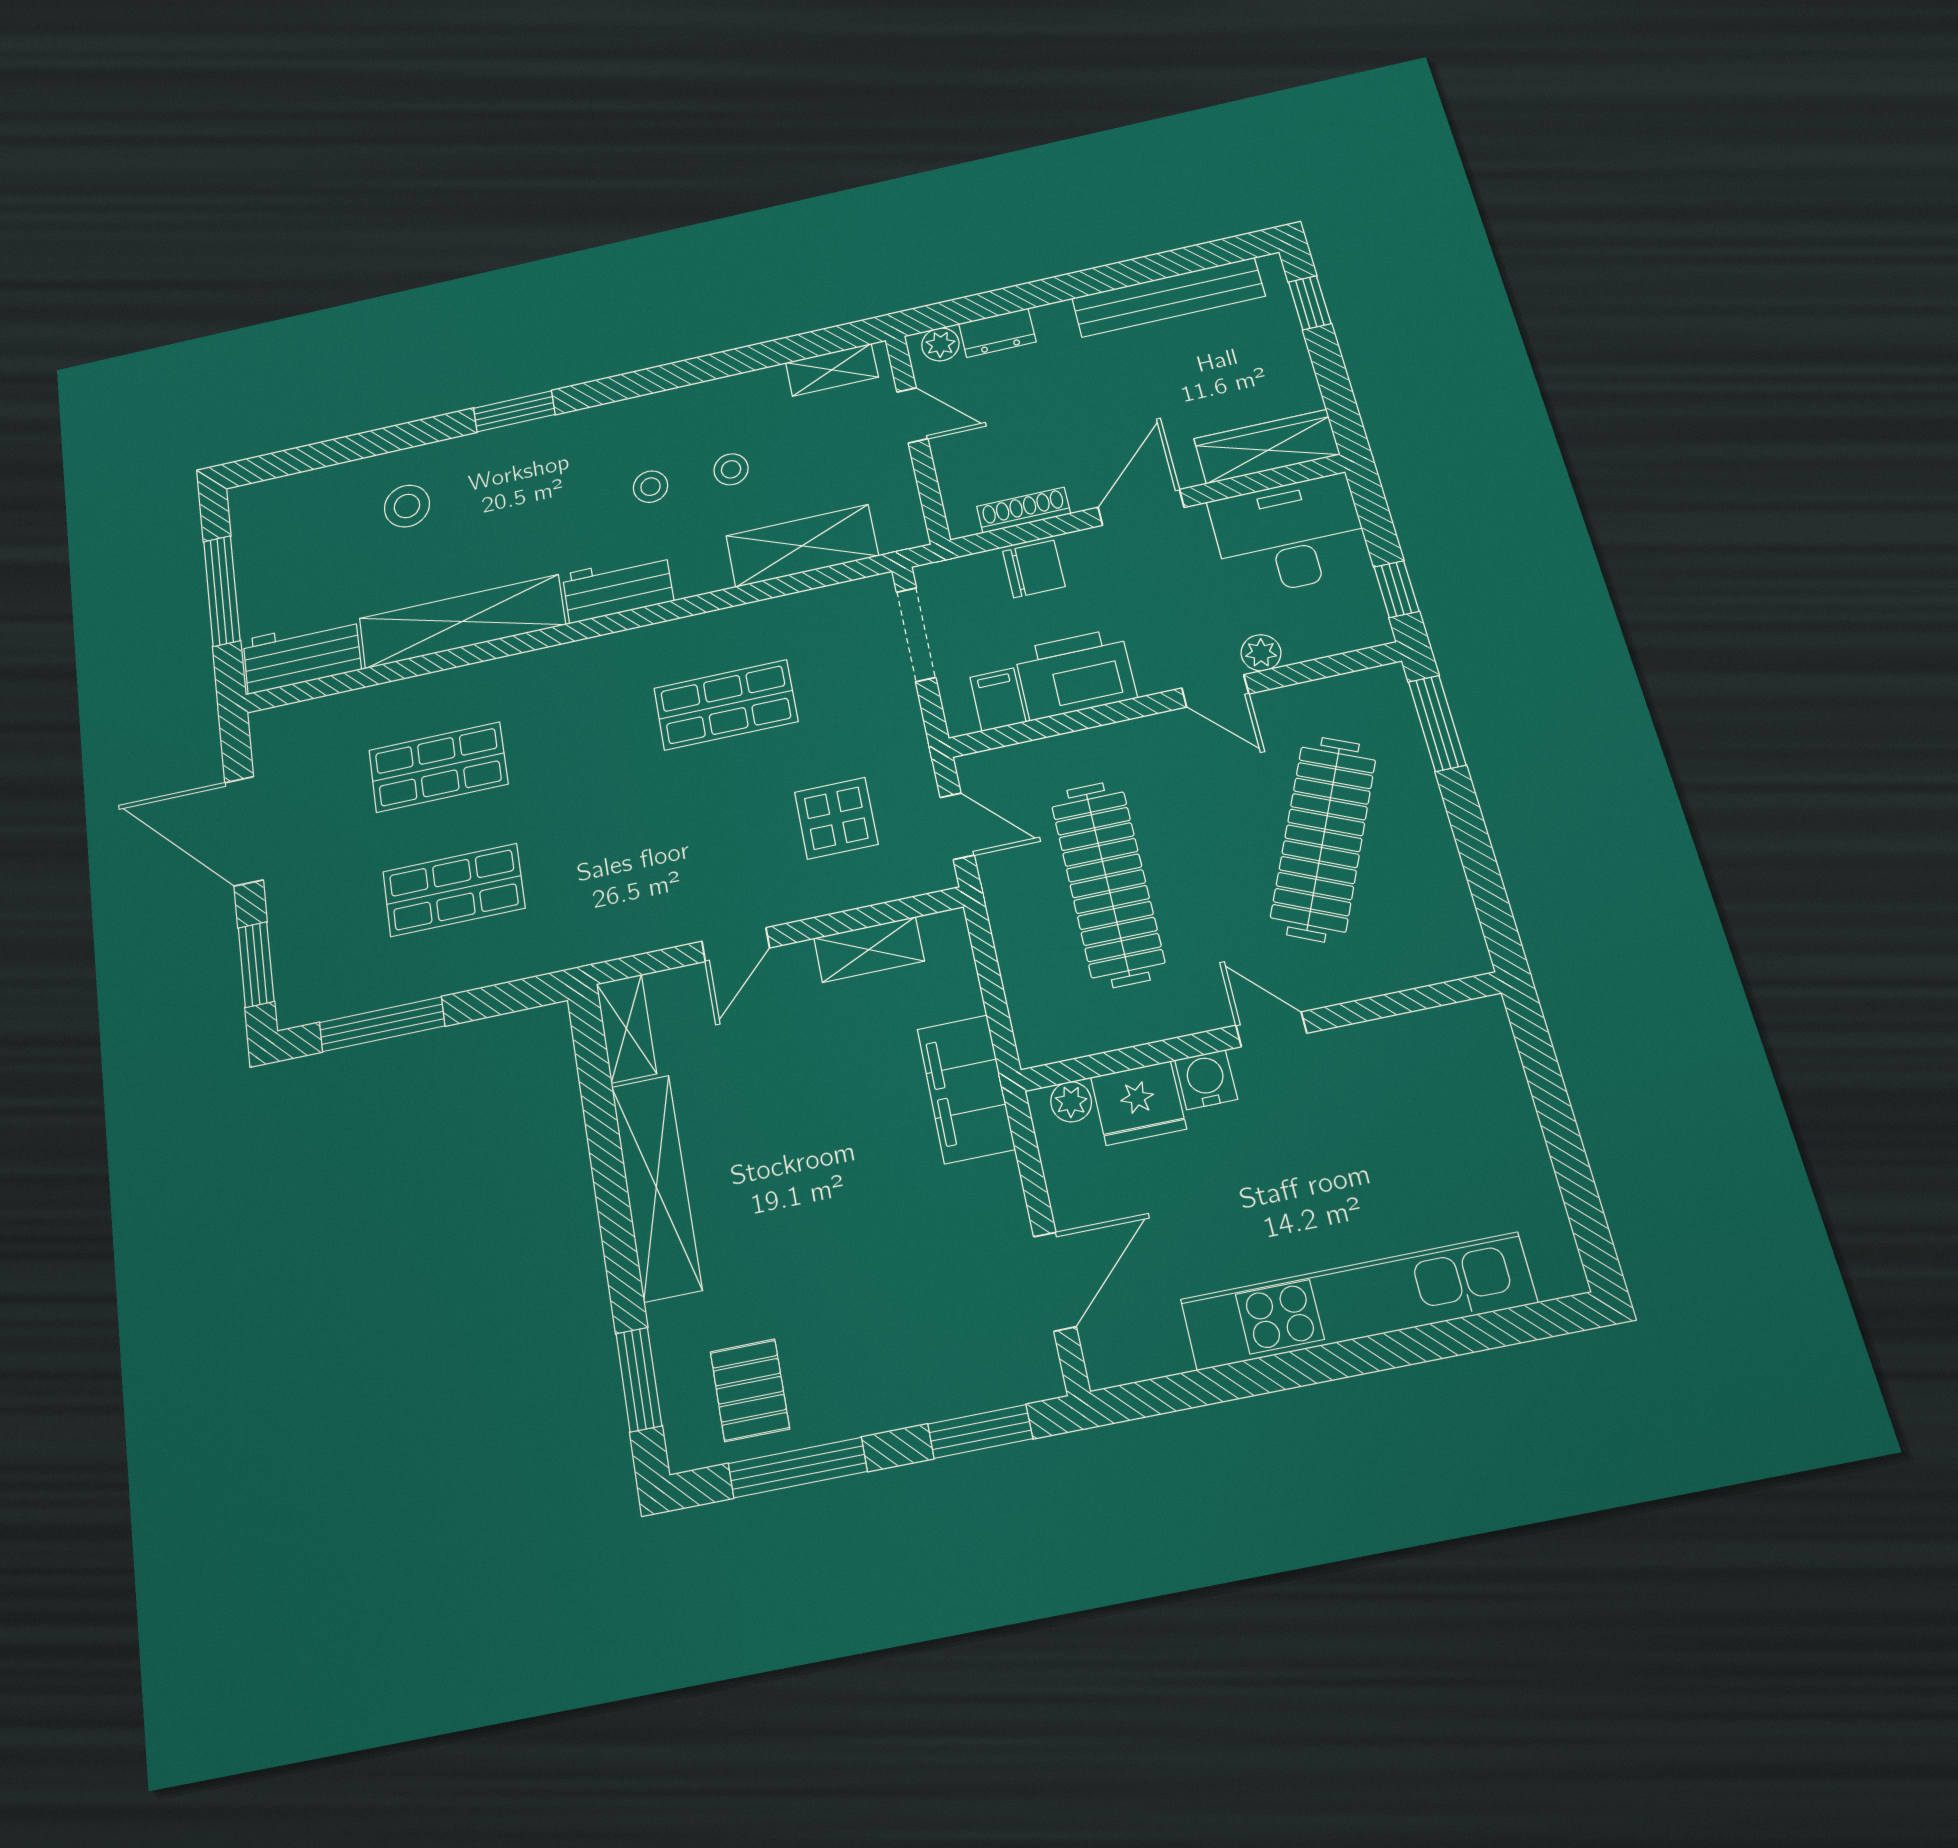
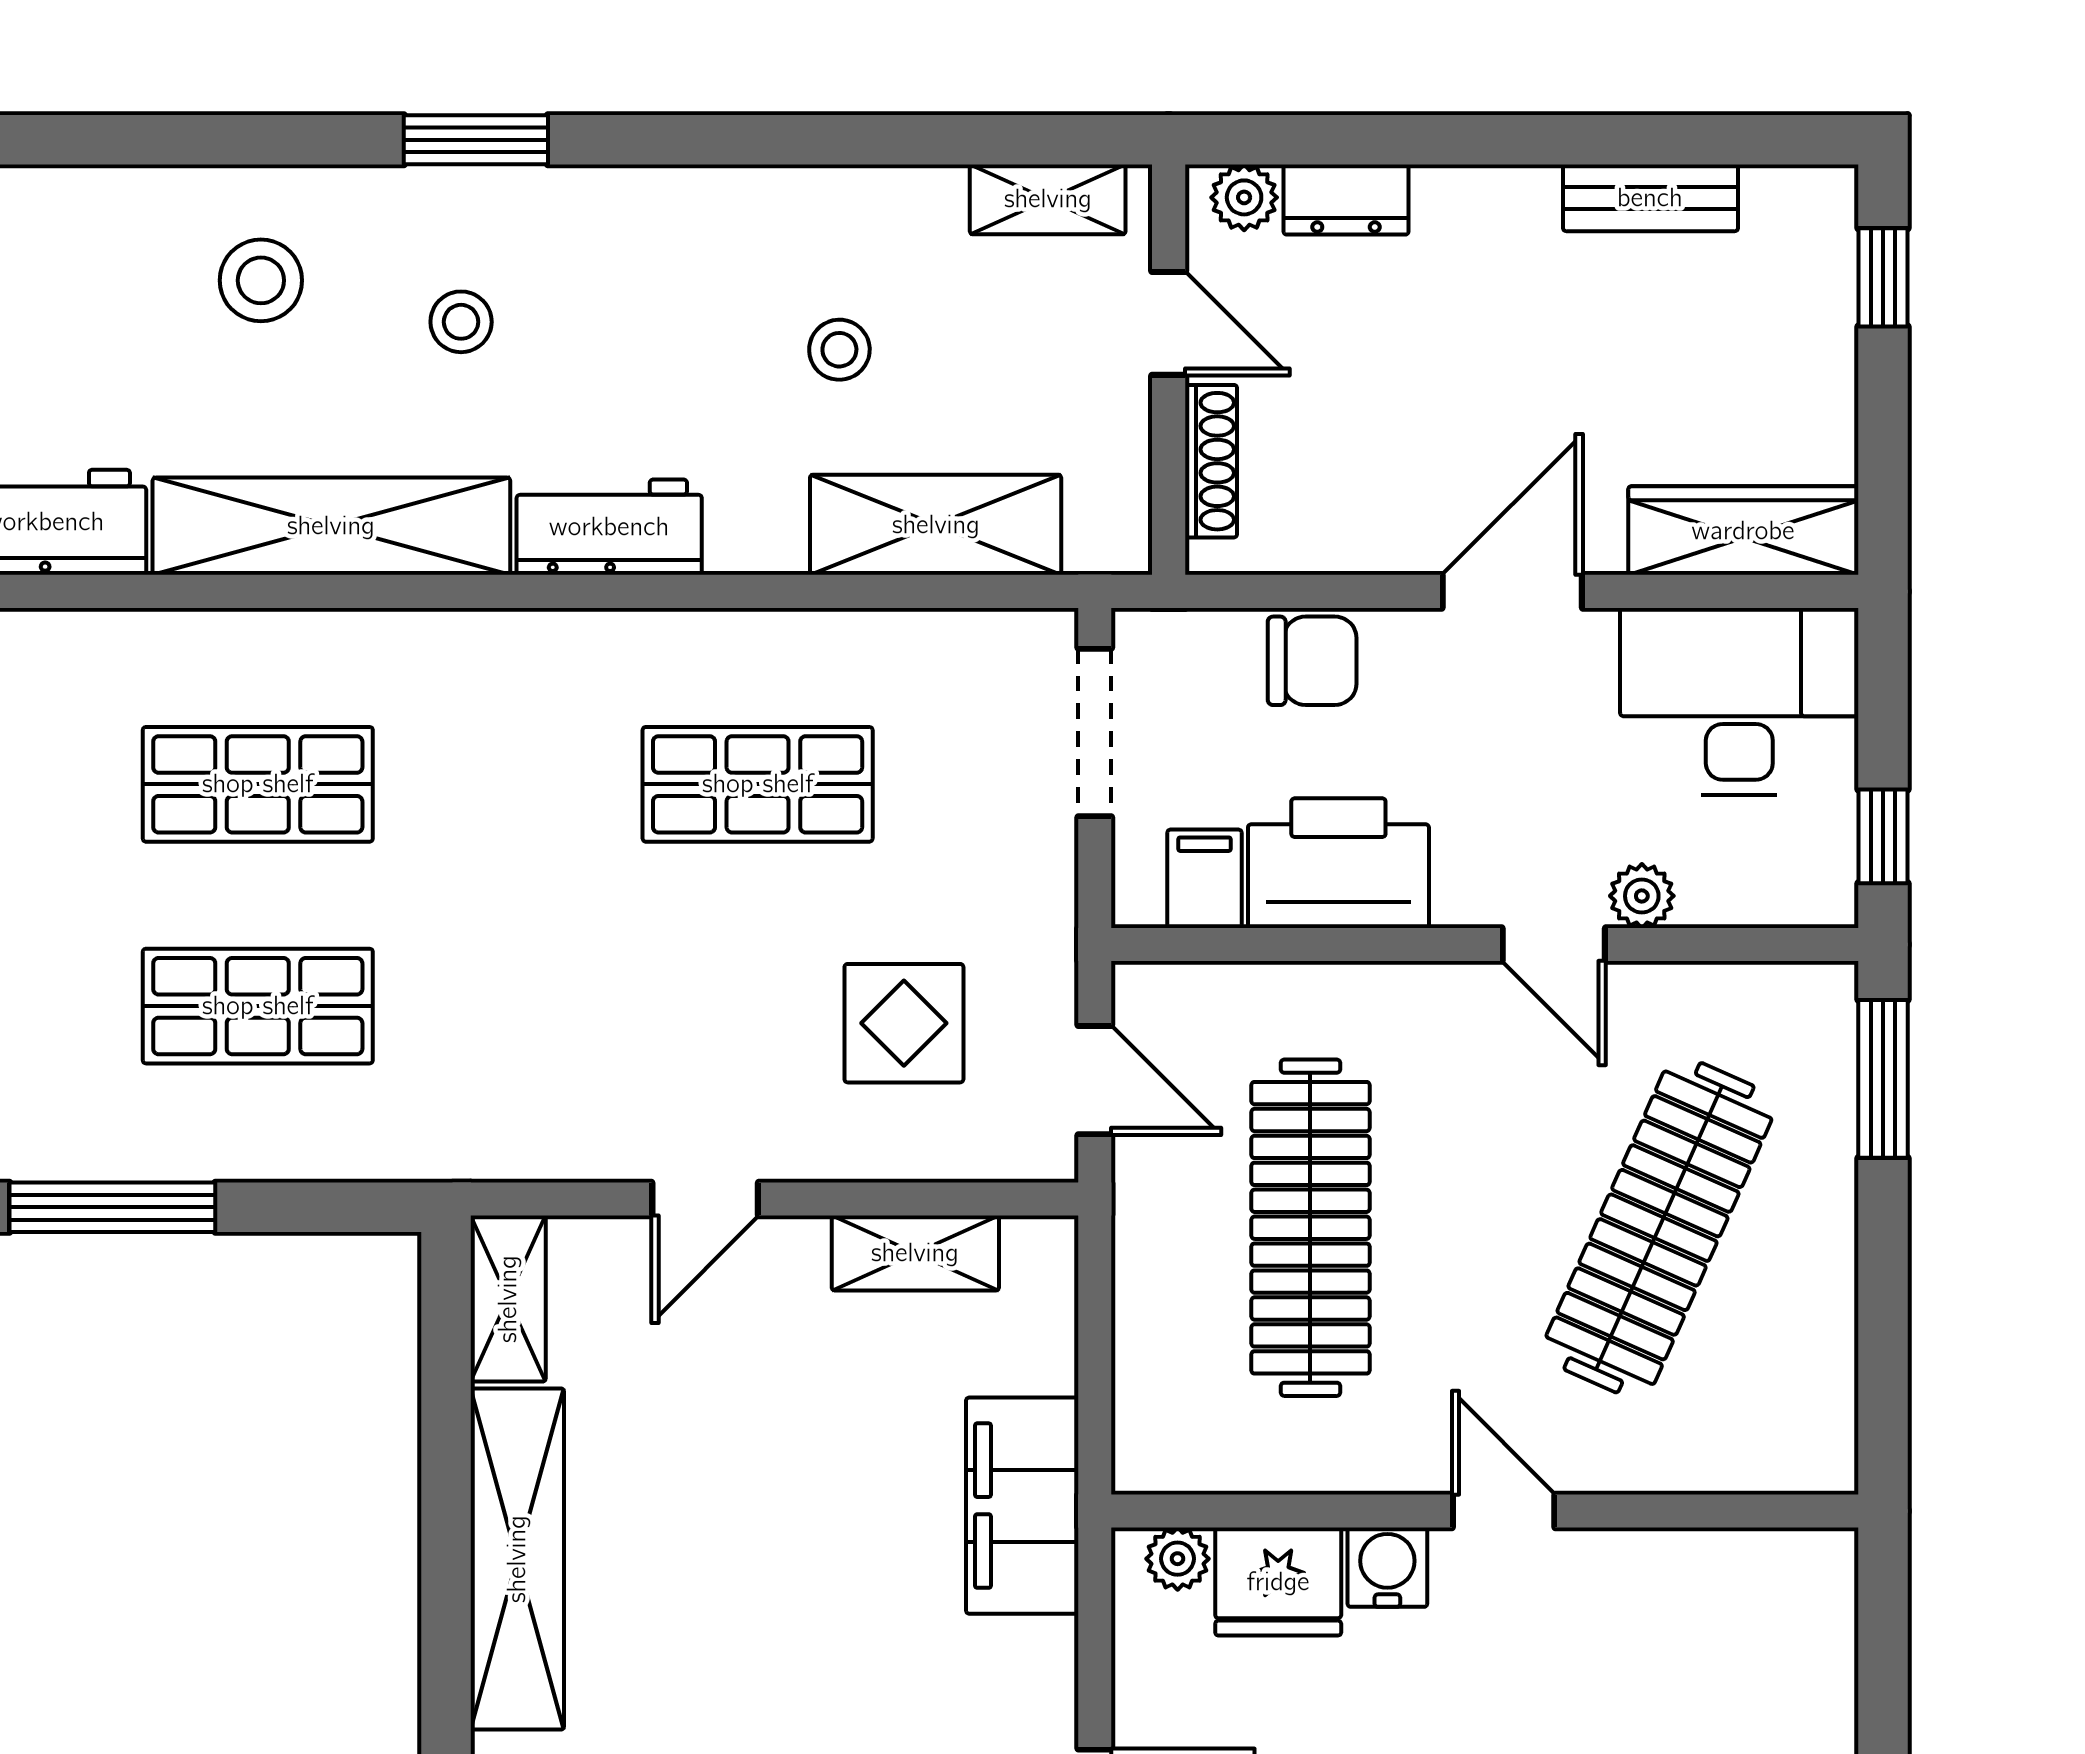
bench: (1168, 297) -> (1650, 198), width x0.54, depth x0.82
stool: (651, 487) -> (461, 322), moved
shoe rack: (1024, 510) -> (1211, 461), moved, turned 90

